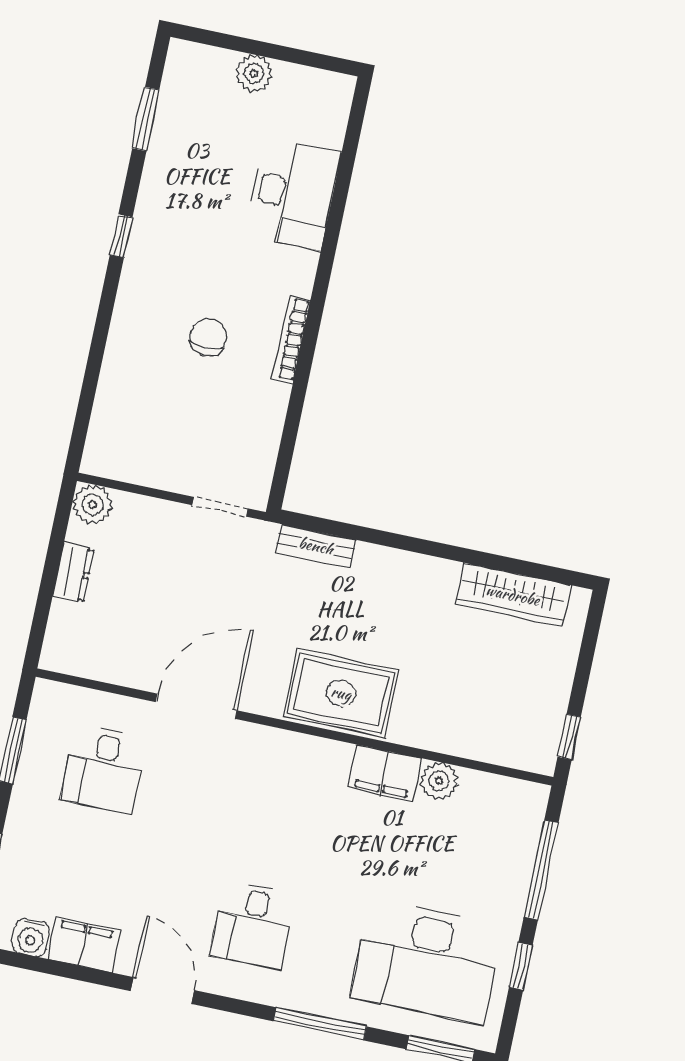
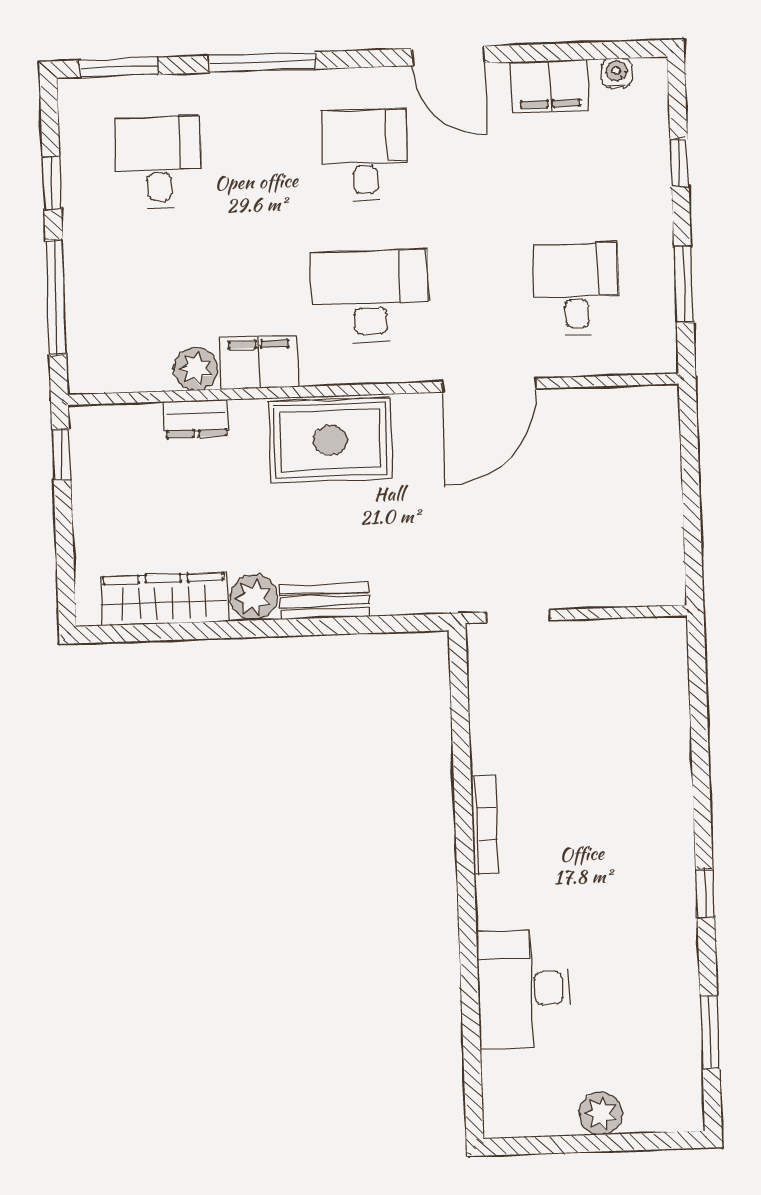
chair: (208, 337) -> (579, 804), removed
plant: (93, 505) -> (254, 597), moved
bench: (316, 546) -> (325, 601), moved
dresser: (73, 573) -> (196, 419), moved, turned -90
desk: (278, 805) -> (370, 296), added
water cooler: (31, 938) -> (617, 73), width x0.72, depth x0.72
desk: (427, 961) -> (159, 162), width x0.53, depth x0.77

